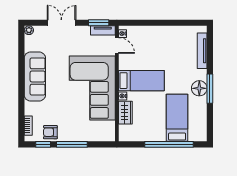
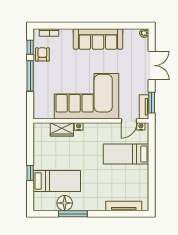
bed: (141, 81) -> (126, 154), moved, turned 90
floor lamp: (199, 88) -> (65, 203), moved
window: (210, 89) -> (73, 214), moved
window: (169, 144) -> (30, 173), width x0.32

